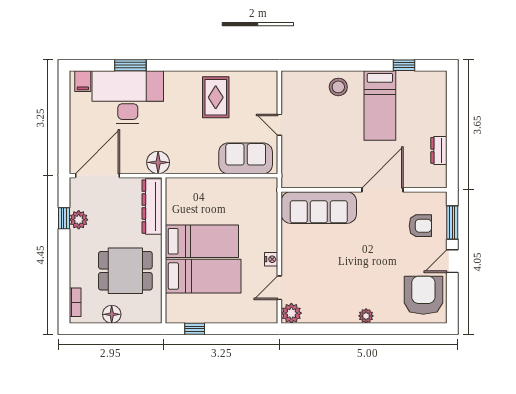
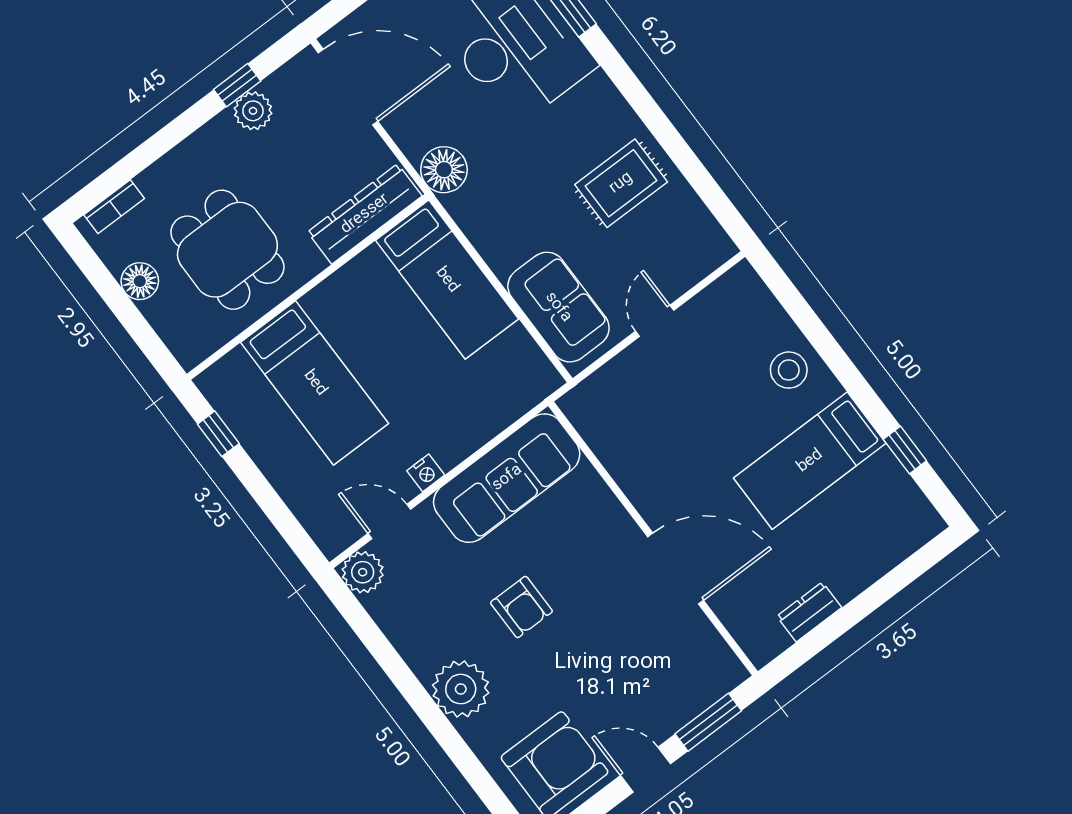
sofa: (319, 208) -> (507, 478), moved, turned -90
armchair: (420, 226) -> (521, 607), moved
bed: (202, 241) -> (447, 280), moved
plant: (366, 316) -> (461, 689), width x1.87, depth x1.87

